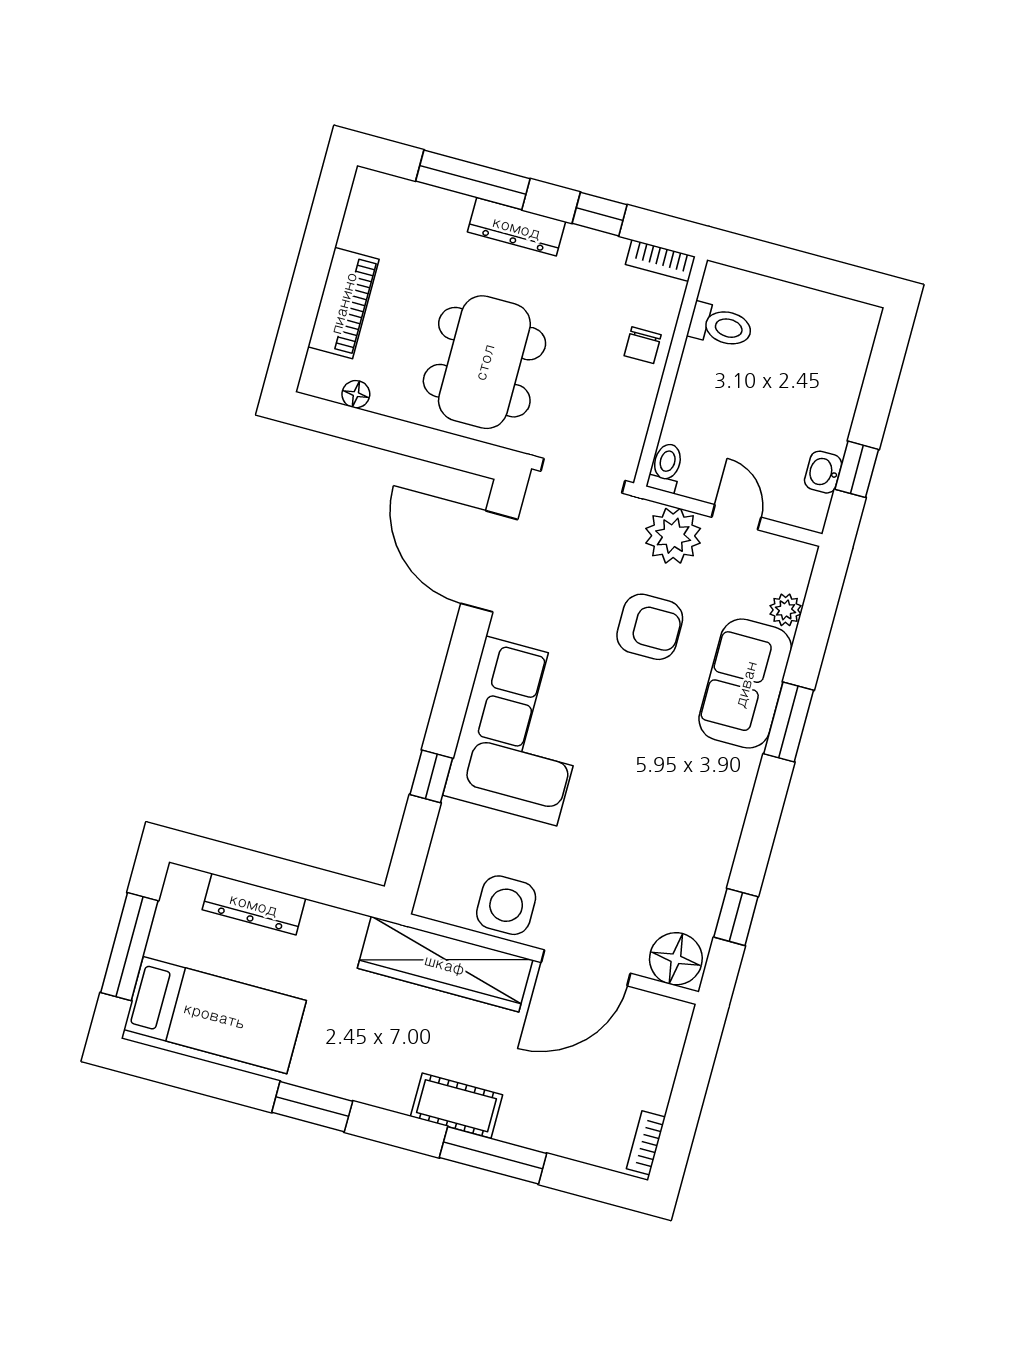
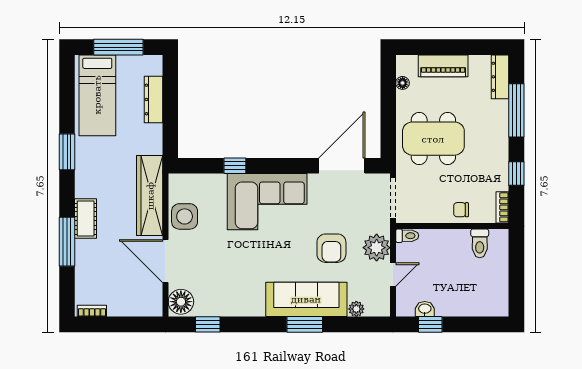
dresser: (517, 227) -> (500, 77), moved
sofa: (745, 684) -> (306, 299), width x1.36

